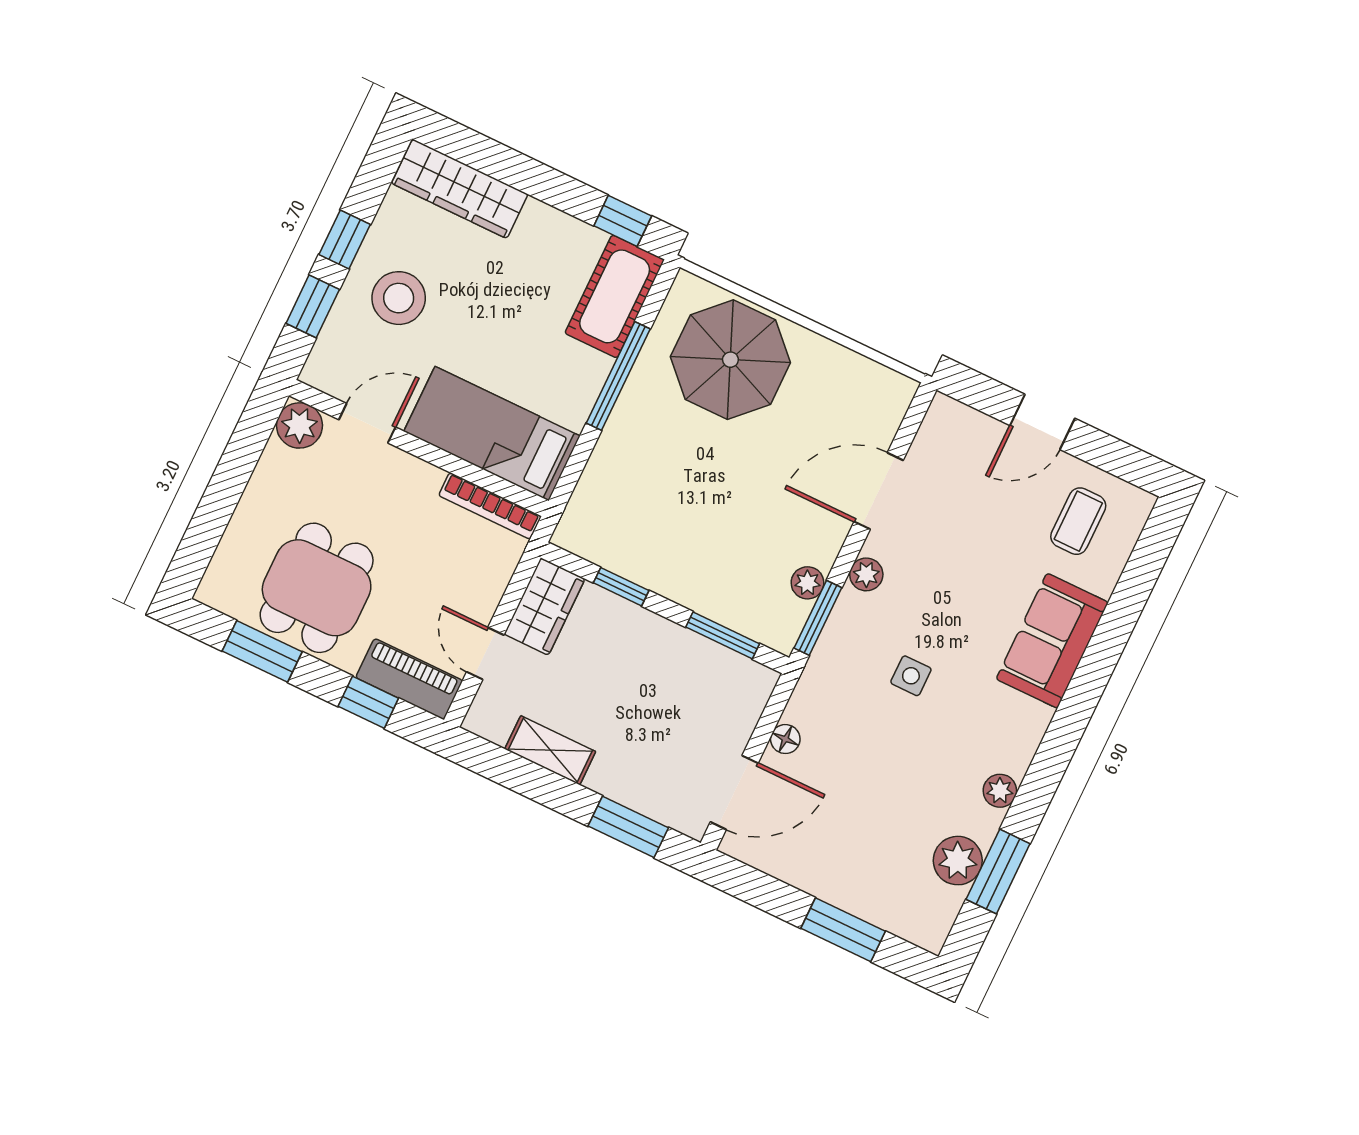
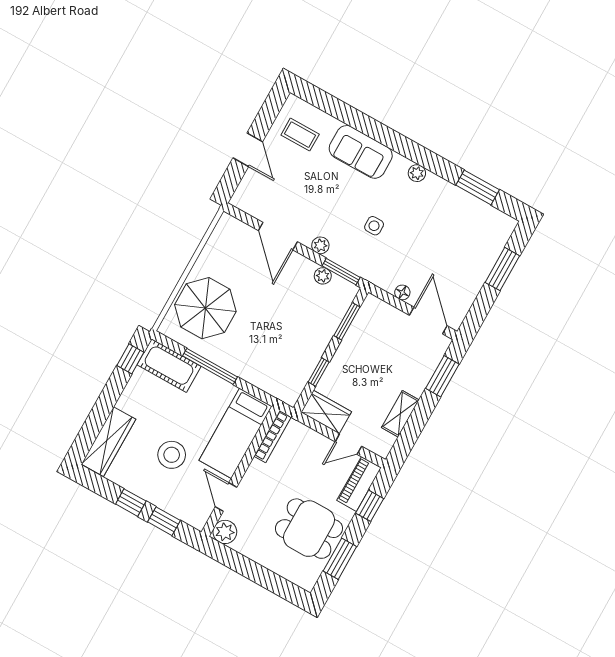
stool: (399, 298) -> (172, 455), moved
plant: (1000, 791) -> (417, 173), moved
plant: (958, 861) -> (471, 208), removed

